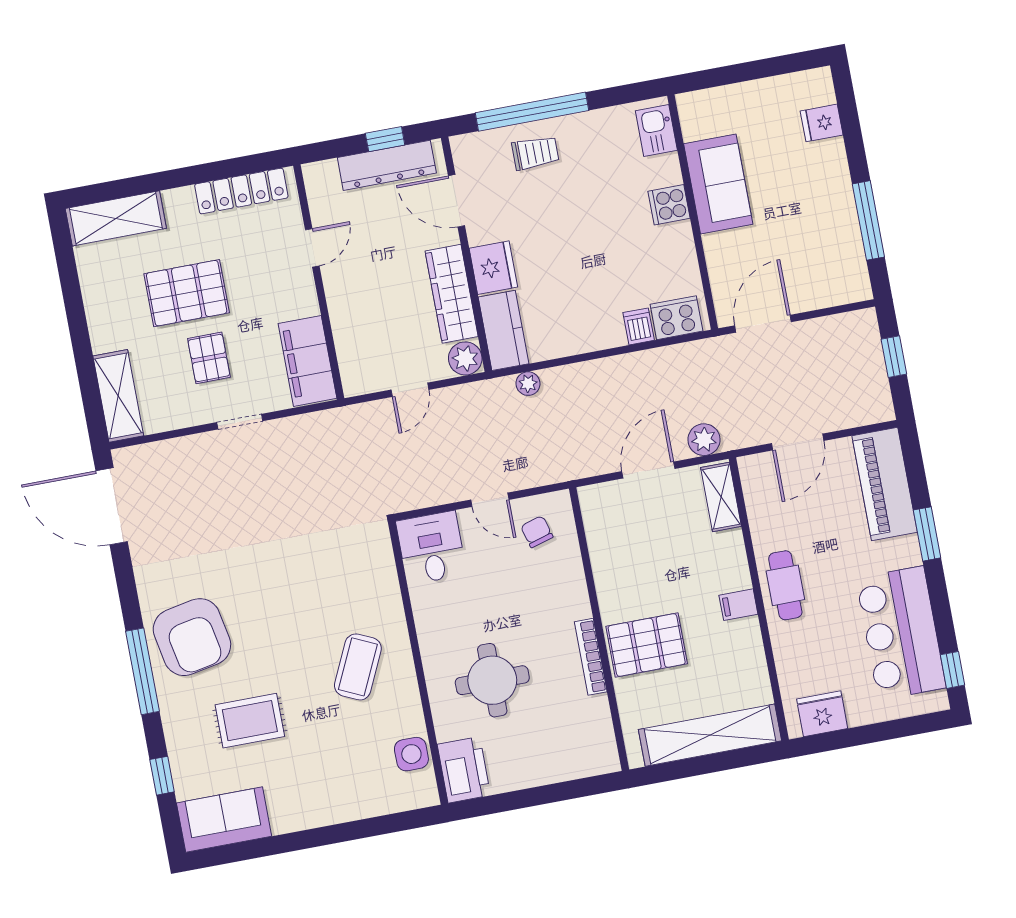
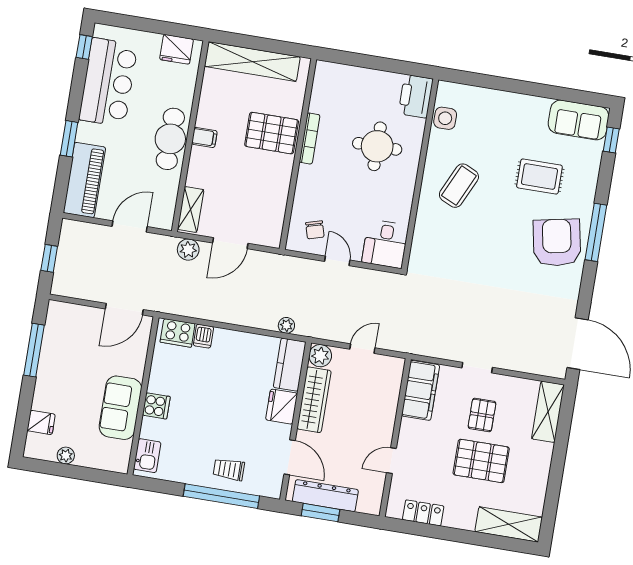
plant: (770, 89) -> (66, 456), added
window: (385, 139) -> (320, 513), width x1.50
locker: (241, 191) -> (423, 513), width x0.66
cafe table: (785, 585) -> (170, 139), width x1.37, depth x1.35
window: (162, 776) -> (611, 140), moved

